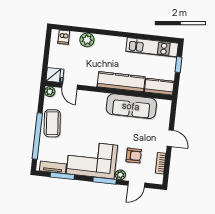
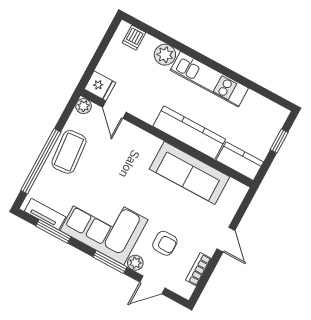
kitchen unit: (152, 47) -> (209, 79), moved

